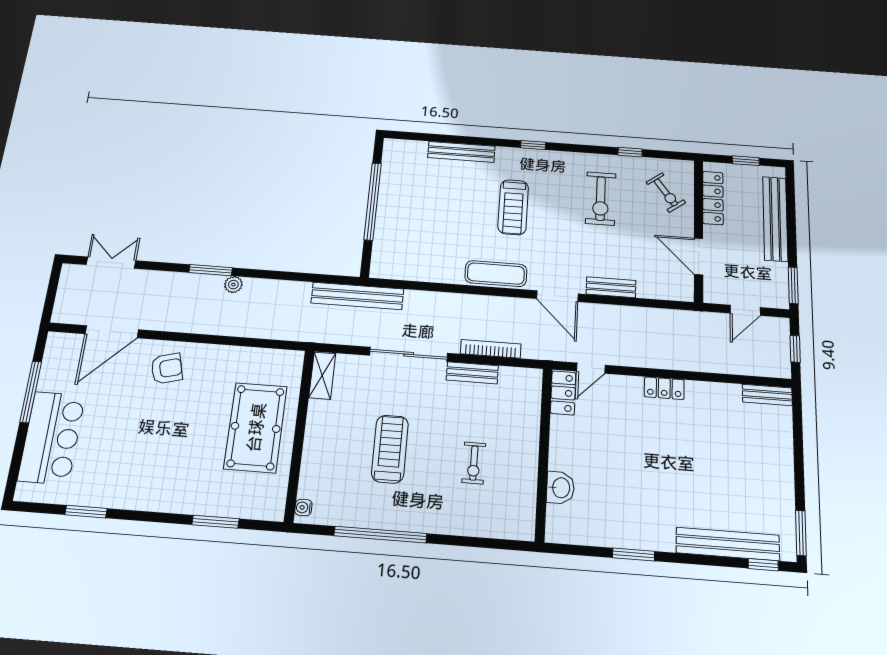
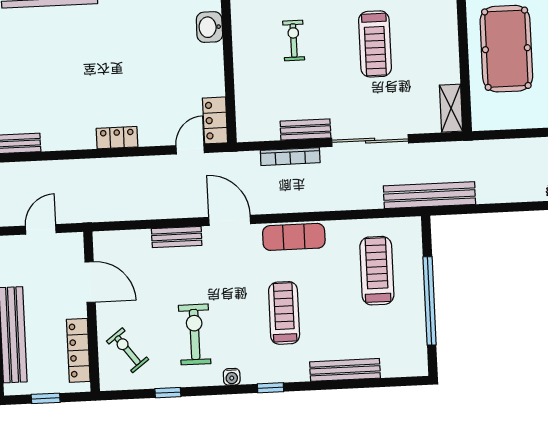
water cooler: (569, 158) -> (232, 377), added
treadmill: (419, 234) -> (377, 271), added

